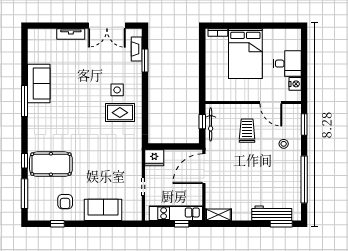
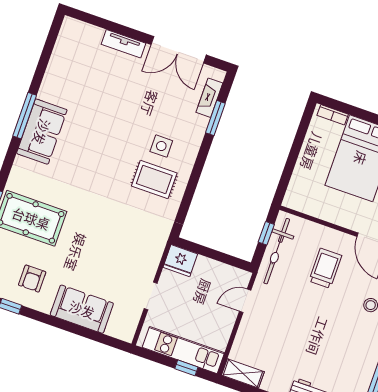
sofa: (39, 84) -> (42, 132), moved
bicycle: (211, 124) -> (277, 251), width x1.37, depth x1.40
door: (204, 169) -> (245, 301), width x0.53

